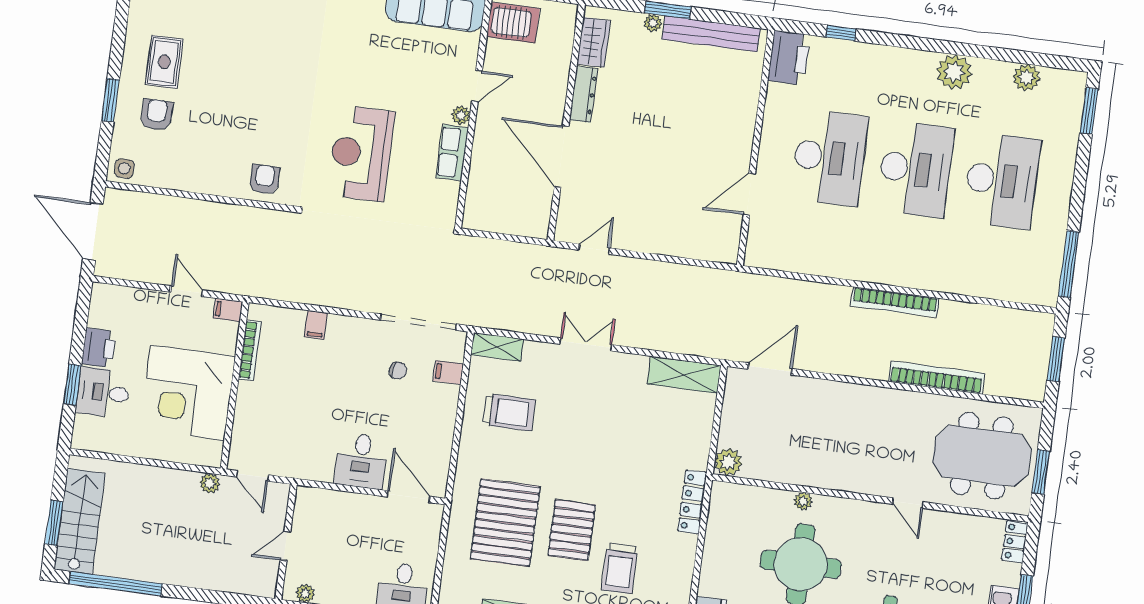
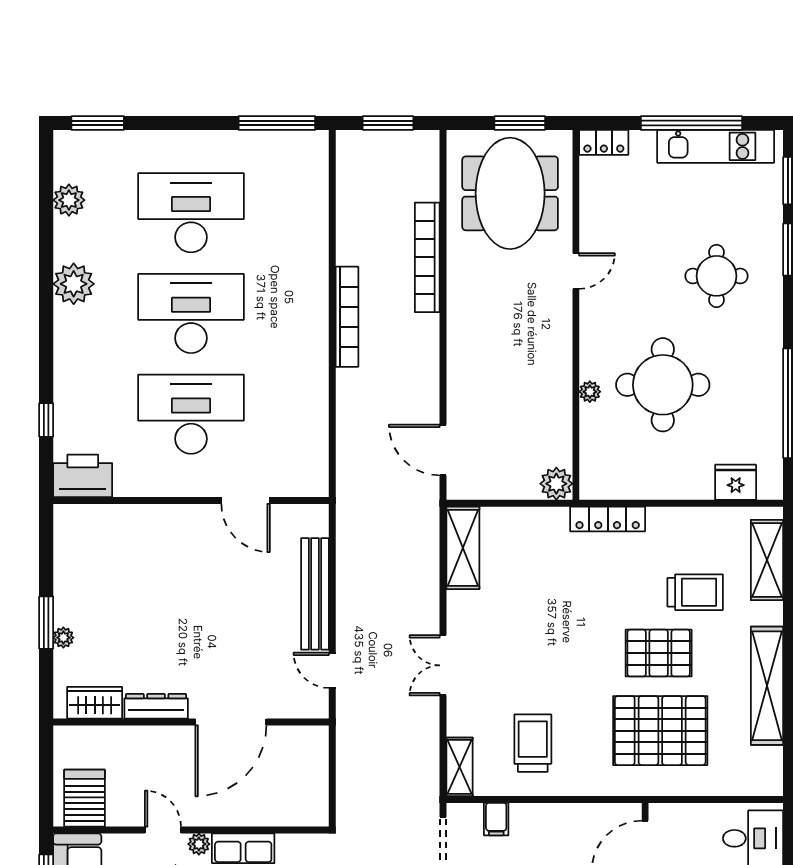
bench: (711, 34) -> (315, 594), moved

